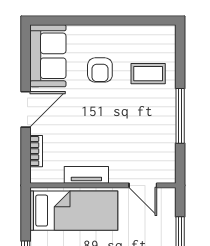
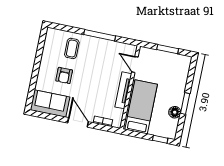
armchair: (100, 70) -> (64, 75), turned 90
tv unit: (86, 175) -> (123, 90), width x1.41
door: (143, 185) -> (135, 65), swing flipped

